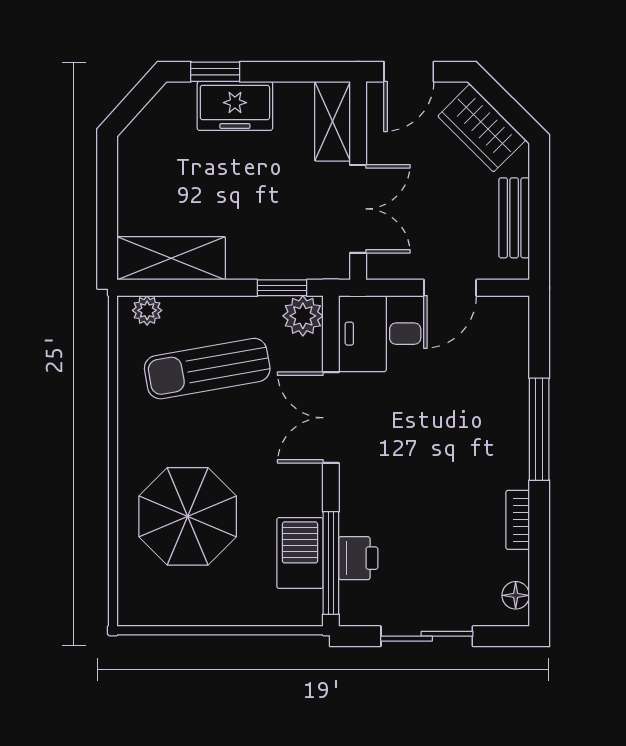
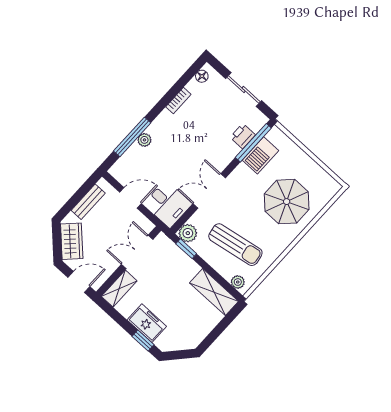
plant: (514, 404) -> (144, 140), added
double door: (331, 418) -> (209, 191), swing flipped
window: (539, 429) -> (132, 137), moved

